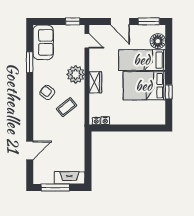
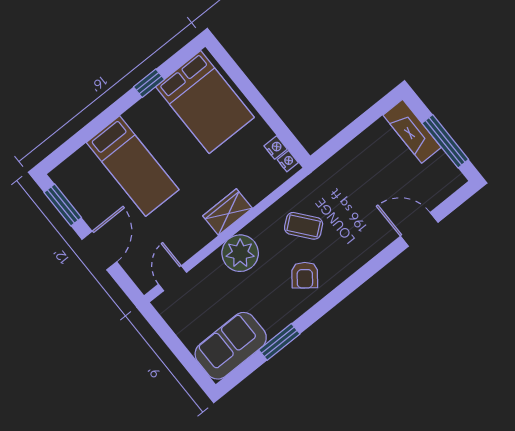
window: (73, 21) -> (160, 325), removed
floor lamp: (158, 41) -> (82, 165), removed
bed: (144, 86) -> (205, 102), moved

